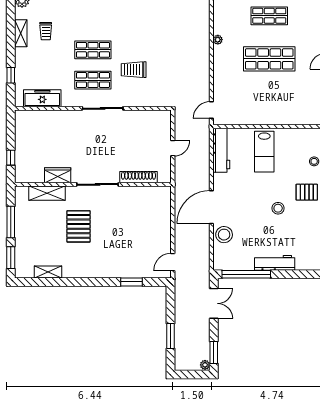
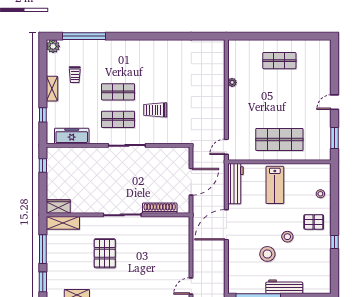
shelving: (21, 33) -> (52, 89), moved
shop shelf: (269, 59) -> (279, 139), moved
door: (173, 148) -> (191, 182), width x1.88
window: (11, 158) -> (43, 165), moved
wardrobe: (58, 175) -> (58, 207), moved
shelving: (47, 193) -> (63, 223), moved
door: (211, 207) -> (226, 225), moved
stool: (224, 235) -> (267, 254), moved

